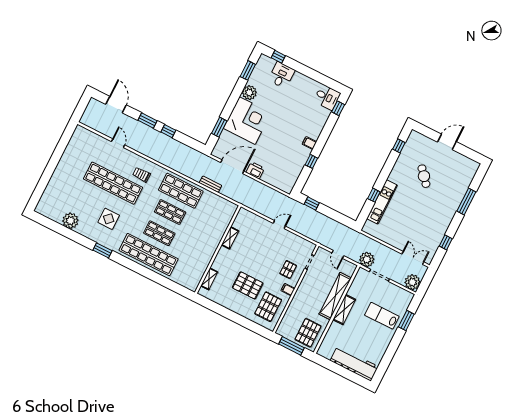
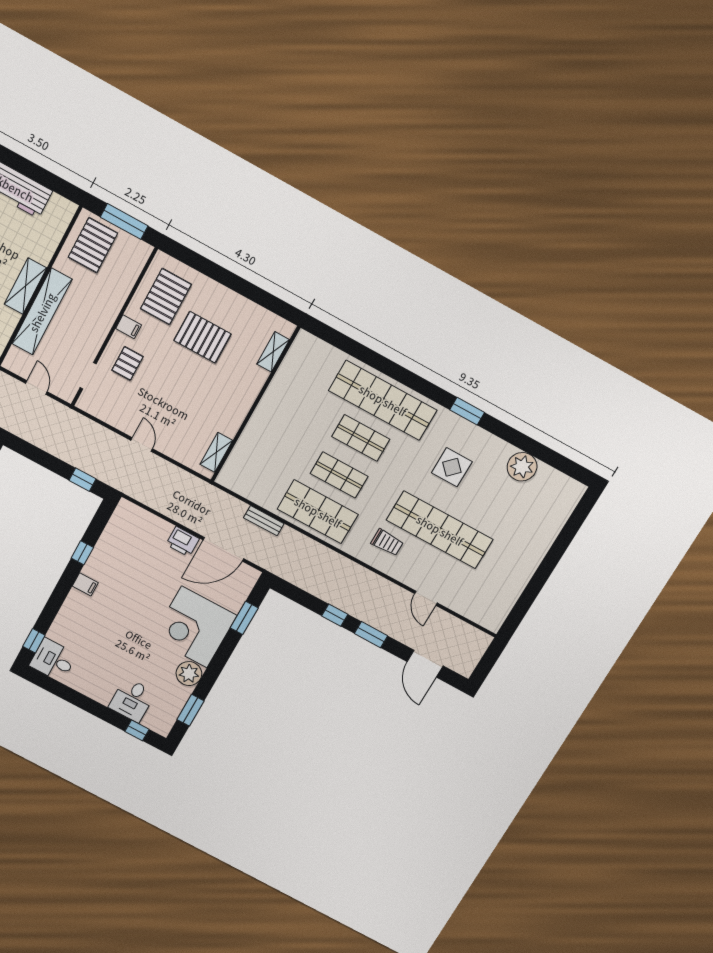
door: (279, 225) -> (142, 444), swing flipped
shelving: (230, 238) -> (216, 452), moved

